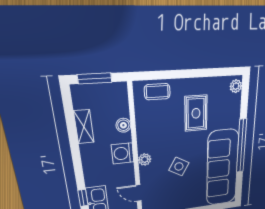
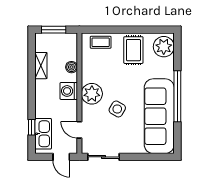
plant: (236, 86) -> (164, 47), width x1.87, depth x1.87
rug: (196, 113) -> (133, 50), moved
plant: (145, 159) -> (92, 94), width x1.87, depth x1.87

